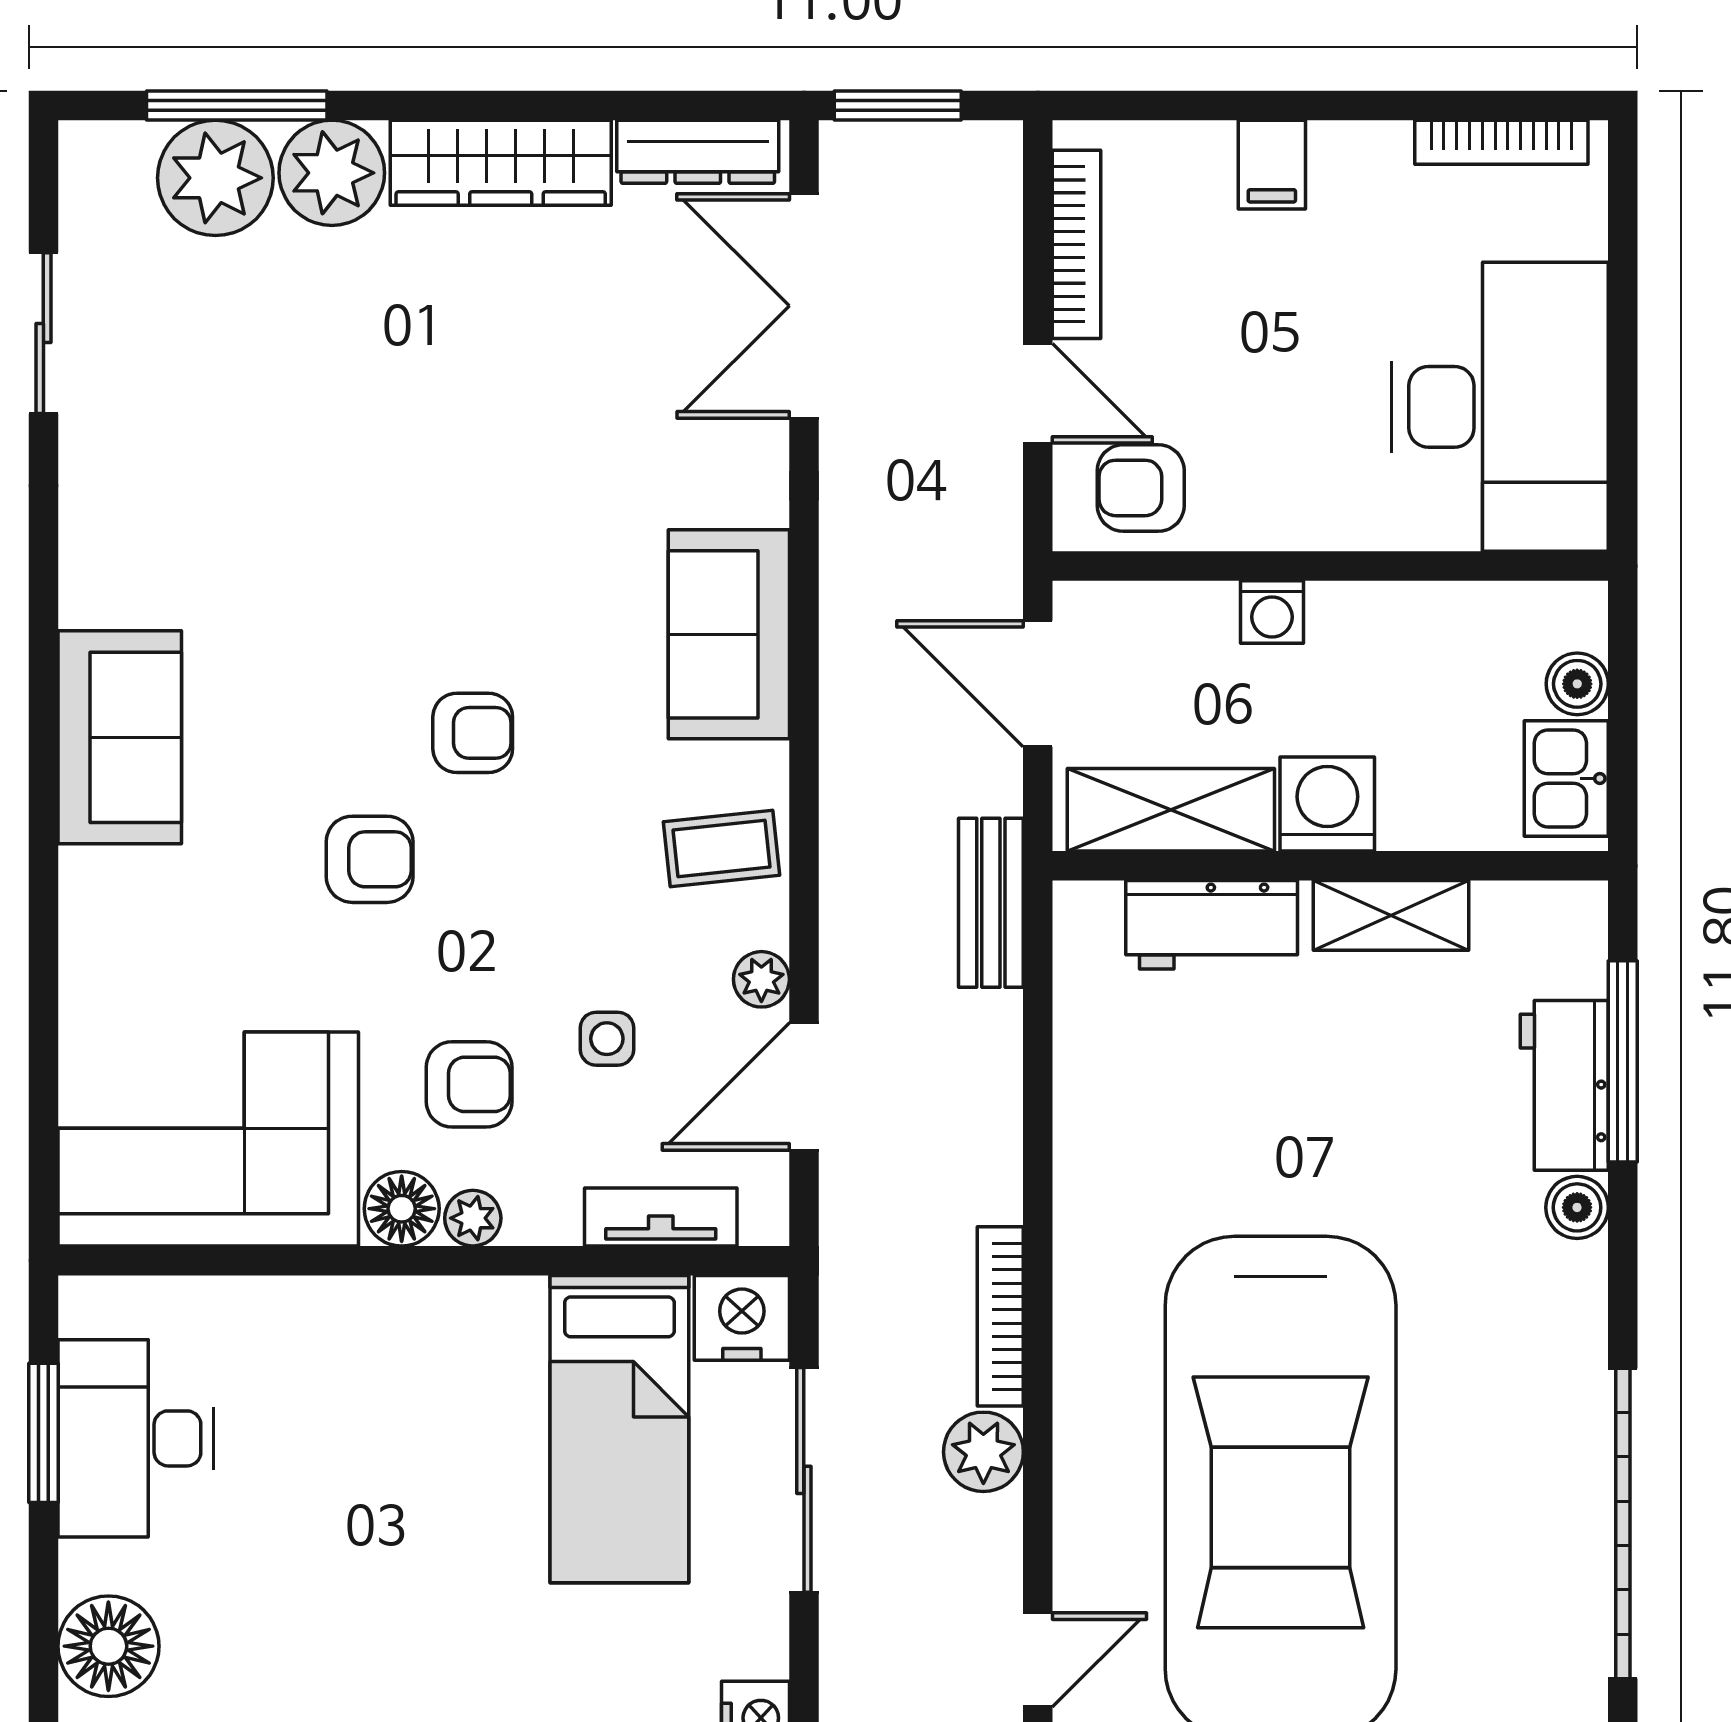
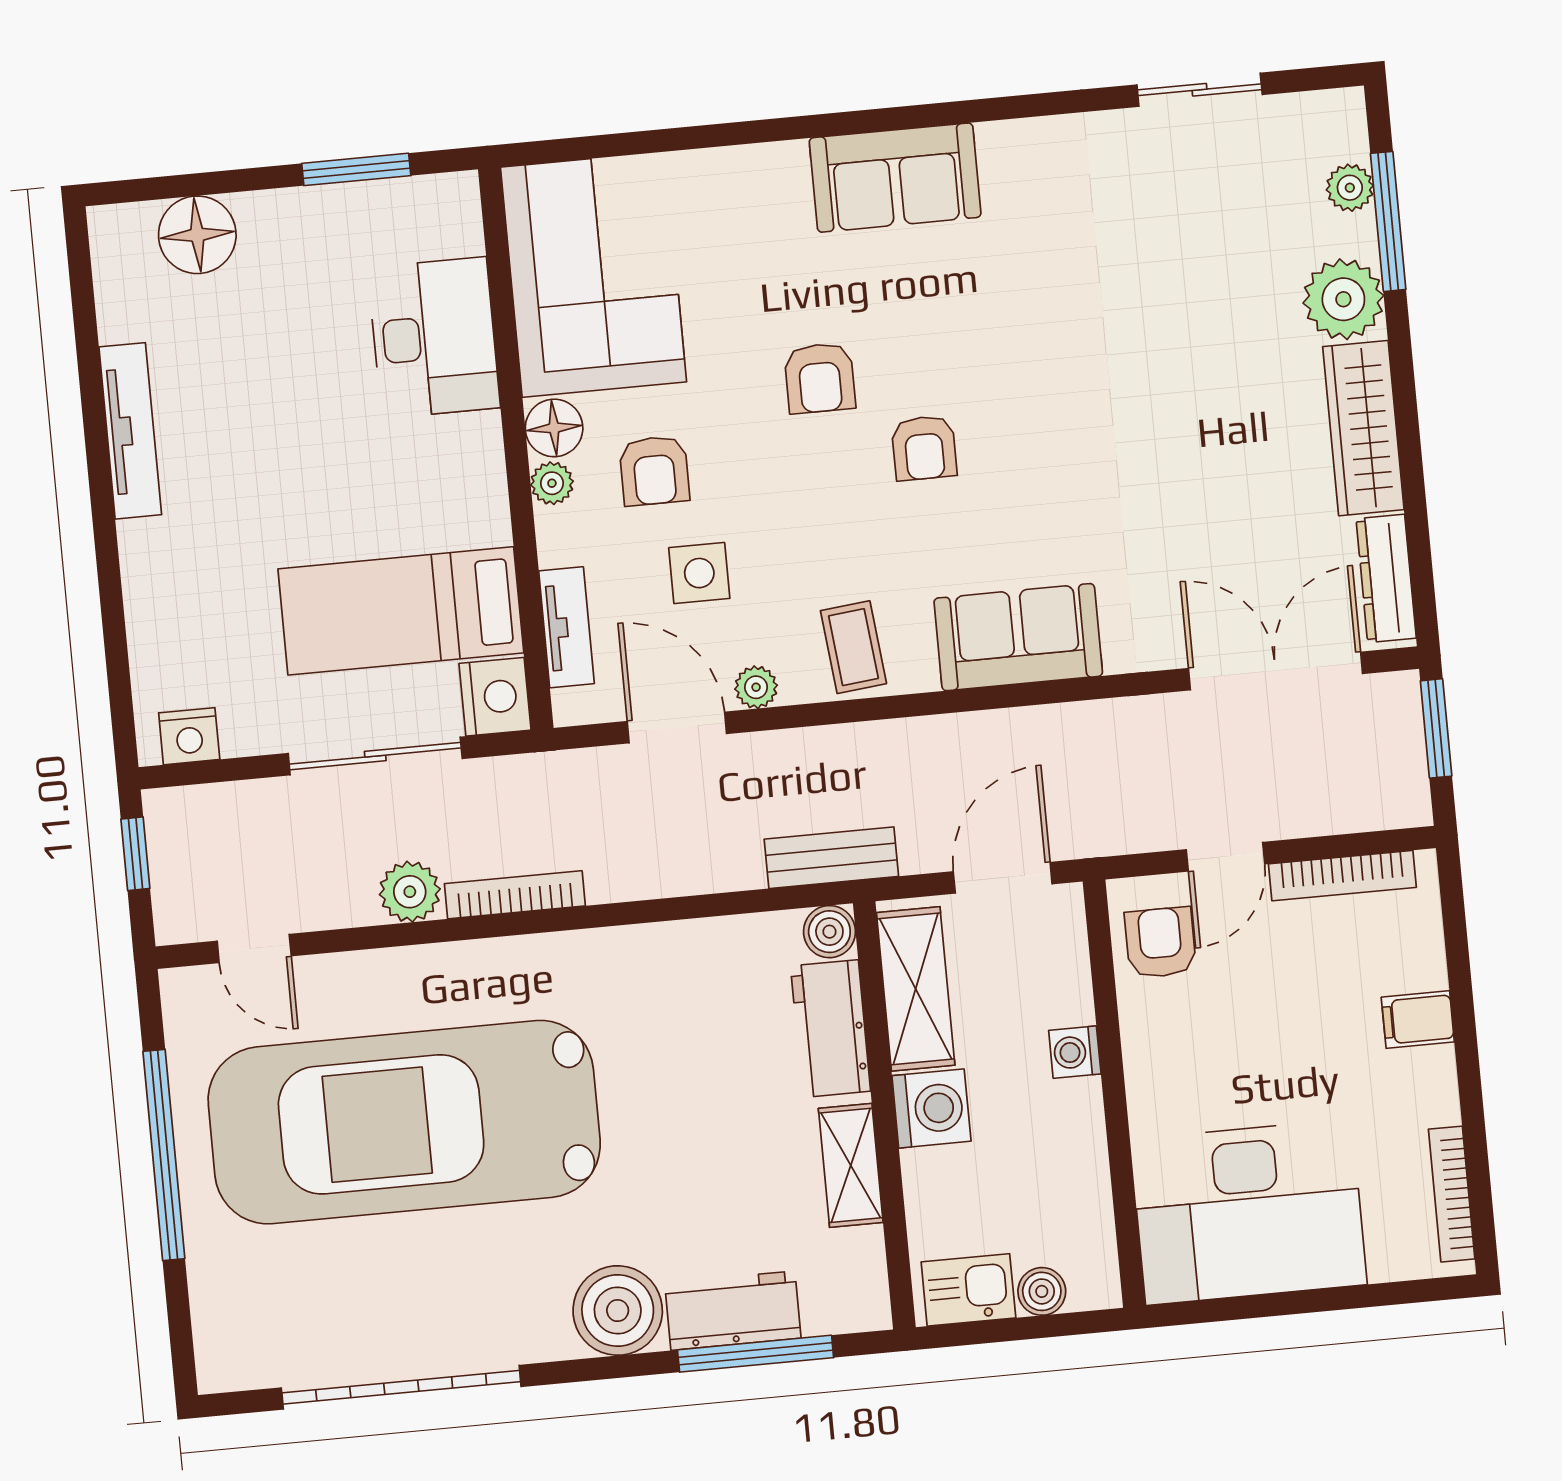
plant: (215, 178) -> (1350, 188), width x0.53, depth x0.53
boiler: (1086, 914) -> (829, 932), added
side table: (607, 1039) -> (699, 573), width x1.37, depth x1.37
boiler: (1577, 1207) -> (618, 1311), width x1.86, depth x1.86
desk: (136, 1438) -> (434, 338), moved, turned 90

